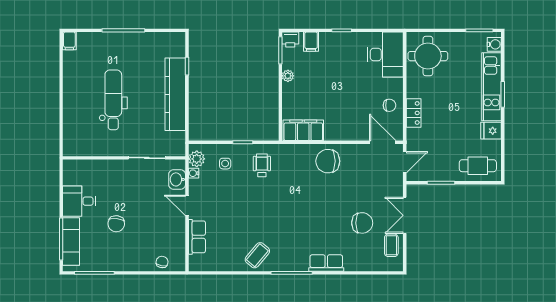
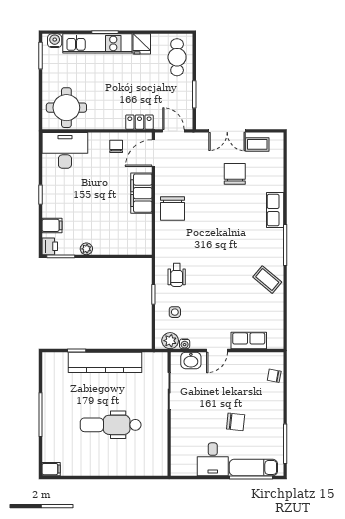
locker: (414, 113) -> (139, 122), moved
filing cabinet: (303, 130) -> (141, 193), moved
wheelchair: (262, 165) -> (177, 275), turned -90

